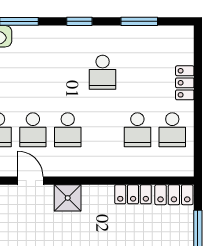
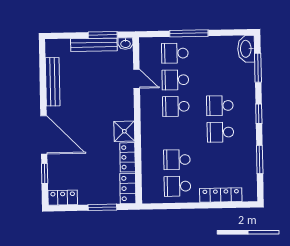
school desk: (68, 72) -> (220, 106), added
locker: (185, 83) -> (221, 195), width x1.53
door: (30, 181) -> (137, 79), hinge flipped
shower: (68, 198) -> (124, 131), moved

